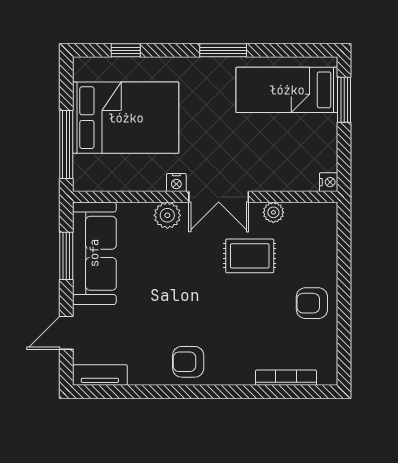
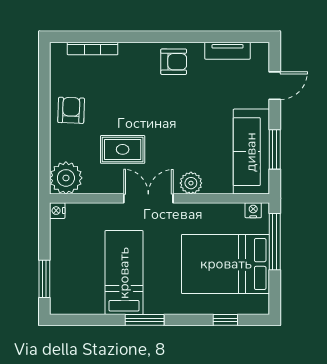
bed: (287, 90) -> (124, 273), moved, turned -90
nightstand: (176, 183) -> (253, 210), moved
plant: (273, 212) -> (66, 178), moved, width x1.88, depth x1.88
armchair: (312, 303) -> (71, 110), turned -88
tv unit: (100, 375) -> (228, 51), moved

